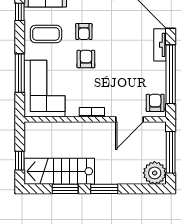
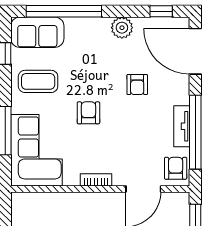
armchair: (84, 32) -> (137, 85), moved
tv unit: (160, 45) -> (182, 126), moved

